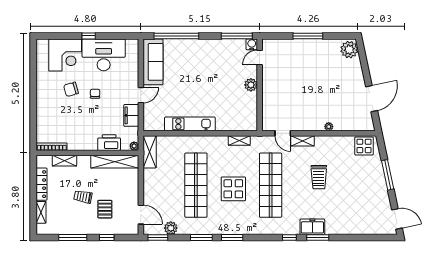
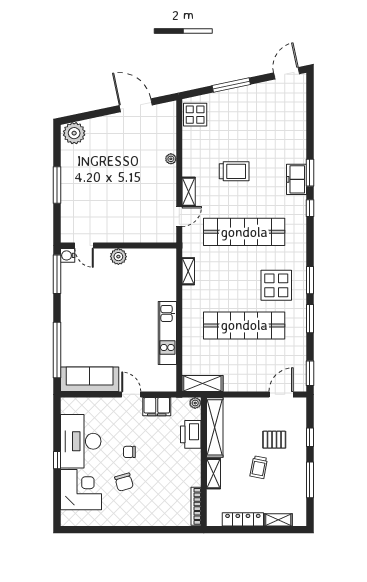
shelving: (64, 161) -> (213, 474), moved
display table: (233, 189) -> (276, 285), moved
plant: (171, 228) -> (298, 357), removed

